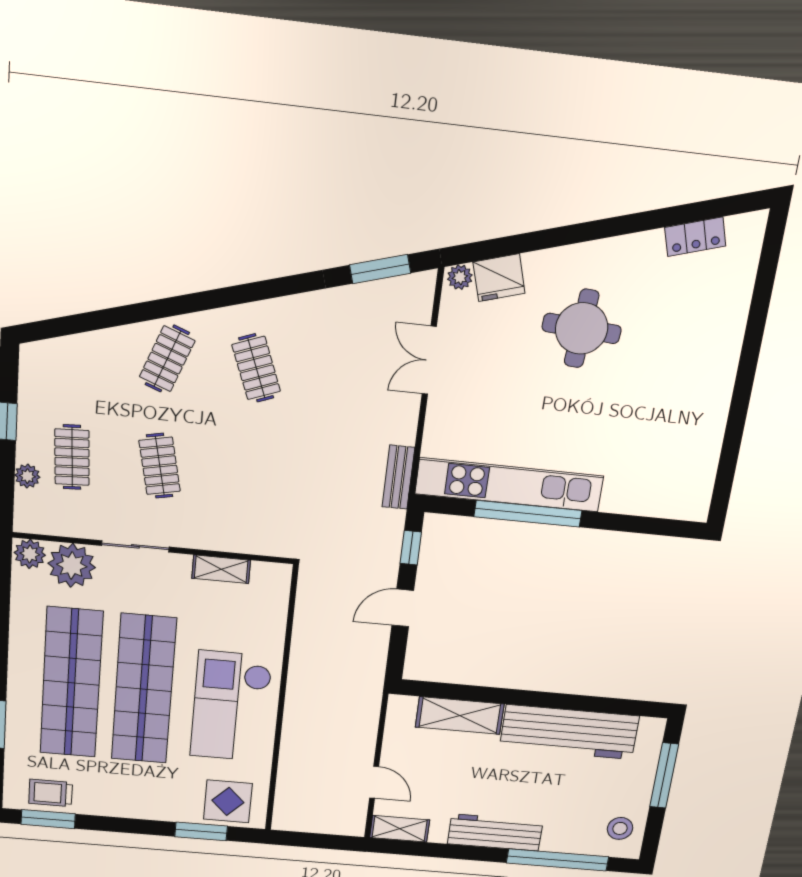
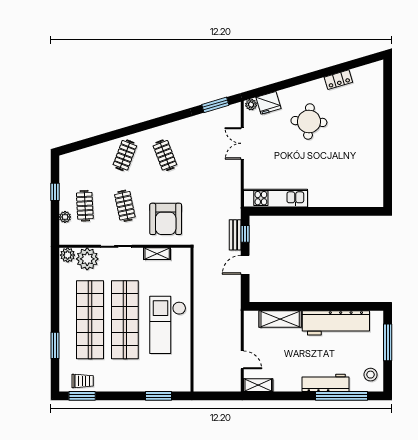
locker: (695, 237) -> (338, 80), moved
bench: (398, 477) -> (235, 235), moved
kitchen unit: (509, 485) -> (276, 198), width x0.73
armchair: (246, 502) -> (166, 219), added
window: (528, 514) -> (298, 211), removed
trolley: (51, 793) -> (83, 381), turned 180
display table: (228, 801) -> (170, 378), removed
workbench: (495, 833) -> (325, 383), moved

